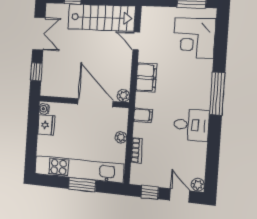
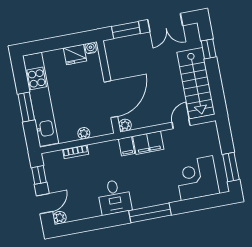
window: (36, 72) -> (126, 30), width x1.50
filing cabinet: (143, 115) -> (126, 146), moved

